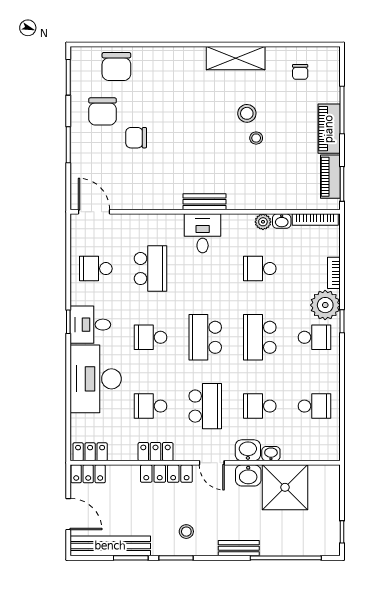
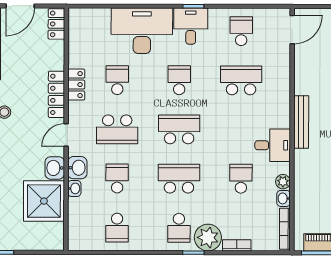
bench: (204, 202) -> (301, 122), width x1.36
desk: (203, 233) -> (273, 145), moved
school desk: (151, 269) -> (241, 80), turned 180
locker: (90, 452) -> (76, 26), removed

